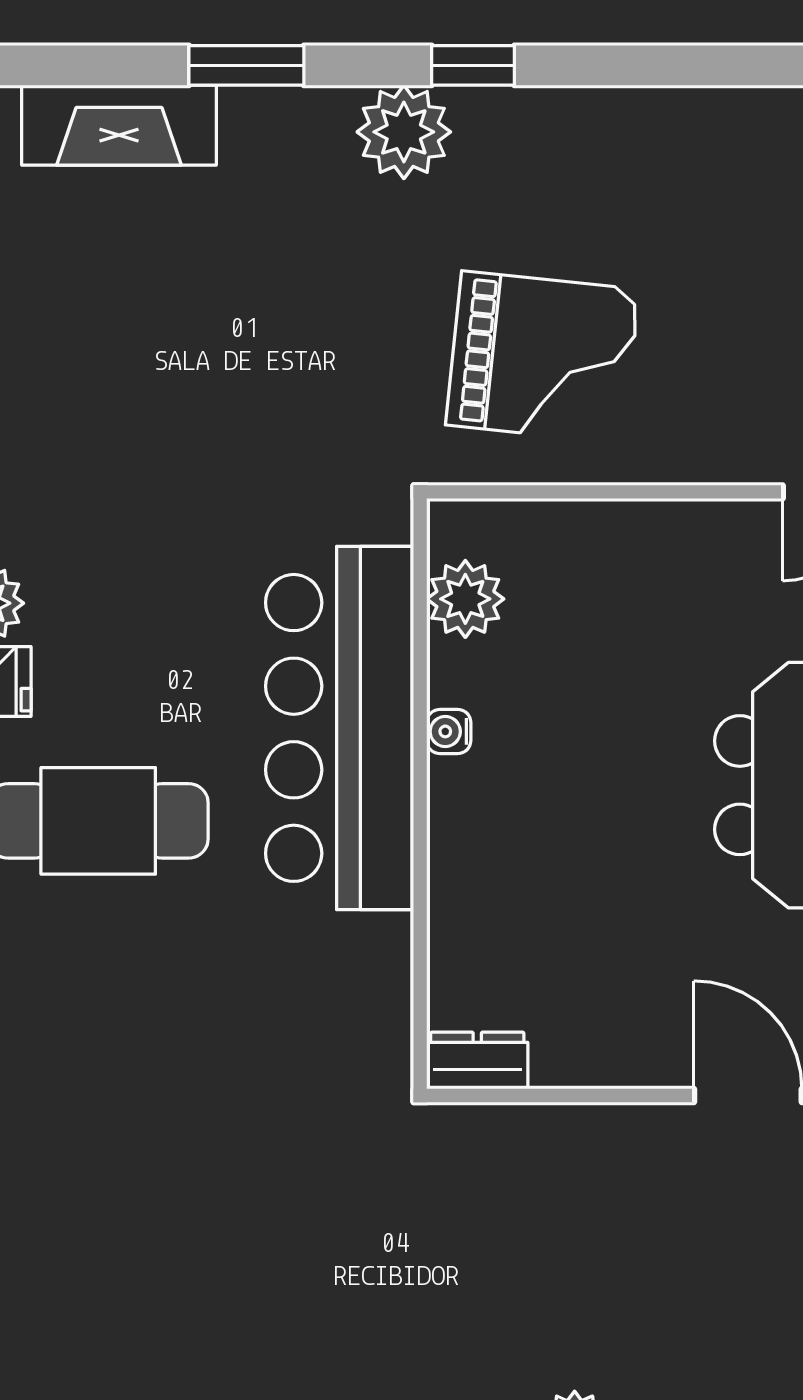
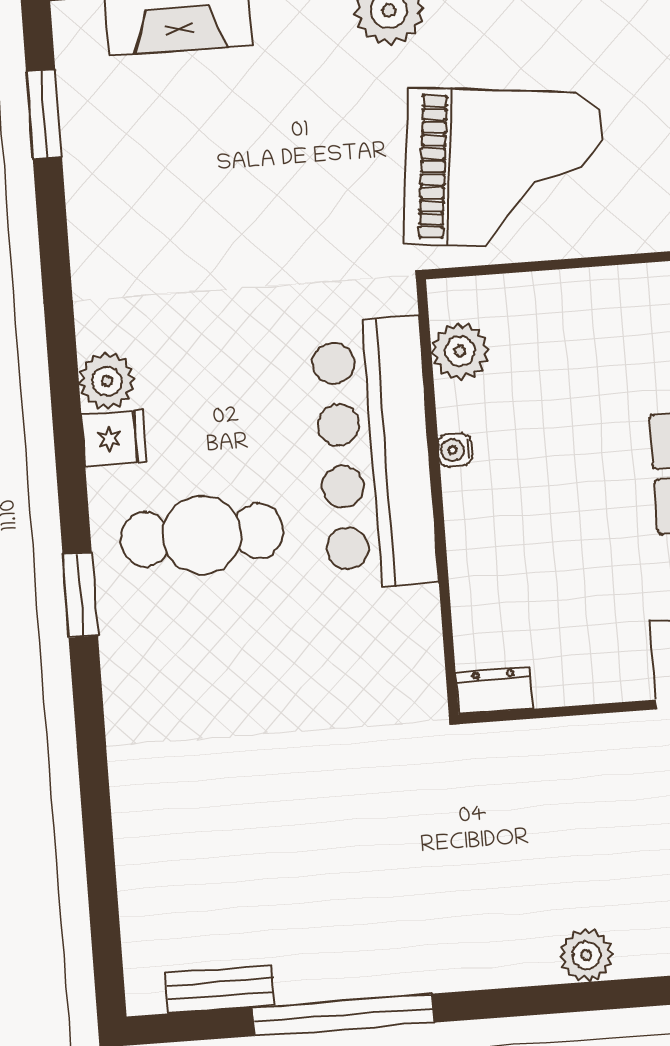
grand piano: (543, 357) -> (503, 169), width x1.37, depth x1.48

